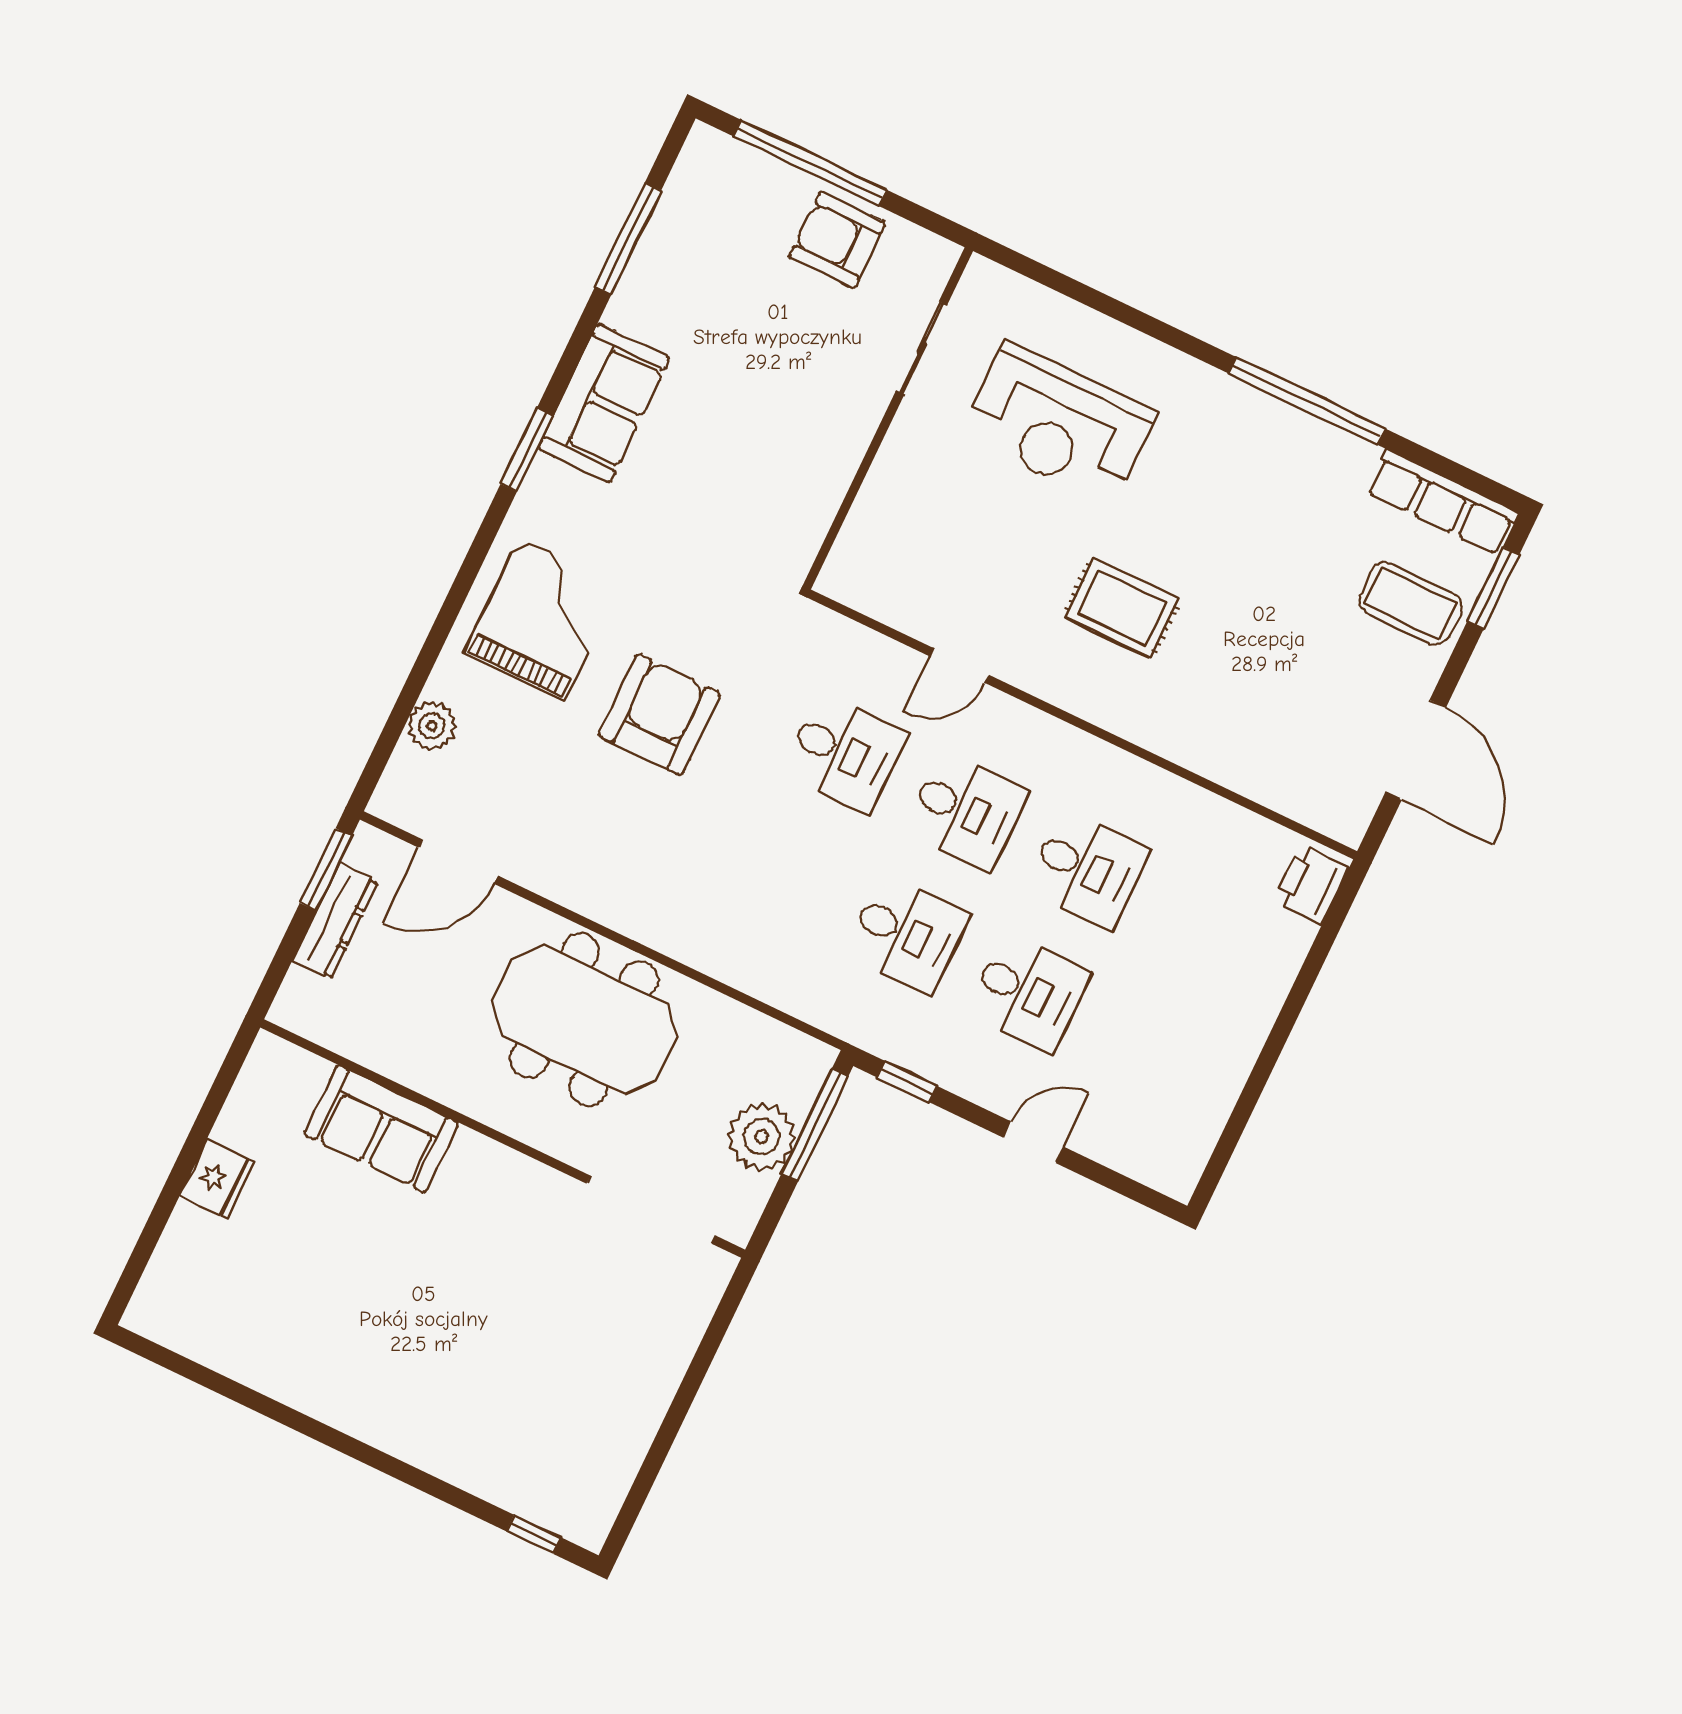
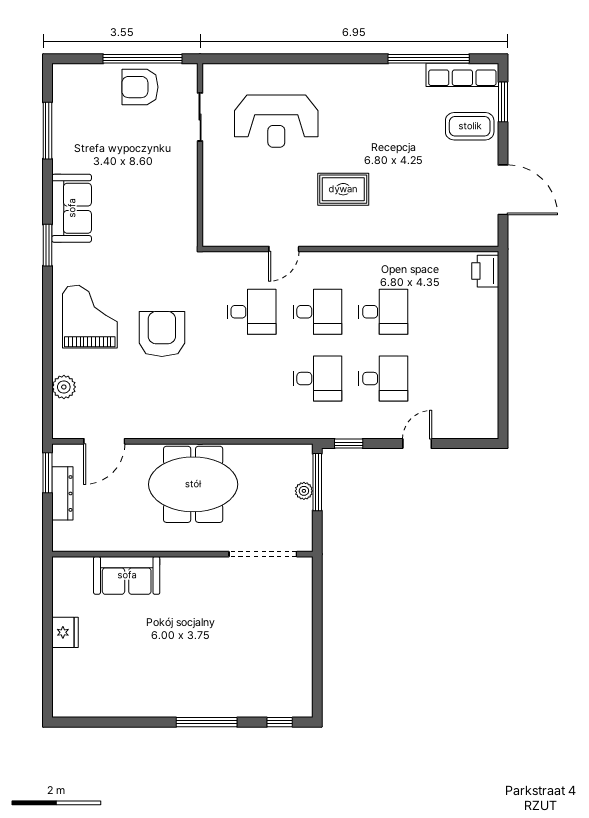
window: (810, 163) -> (143, 59), moved
window: (1307, 401) -> (429, 59), moved
plant: (762, 1137) -> (304, 491), width x0.53, depth x0.53
window: (399, 1470) -> (207, 722), added

